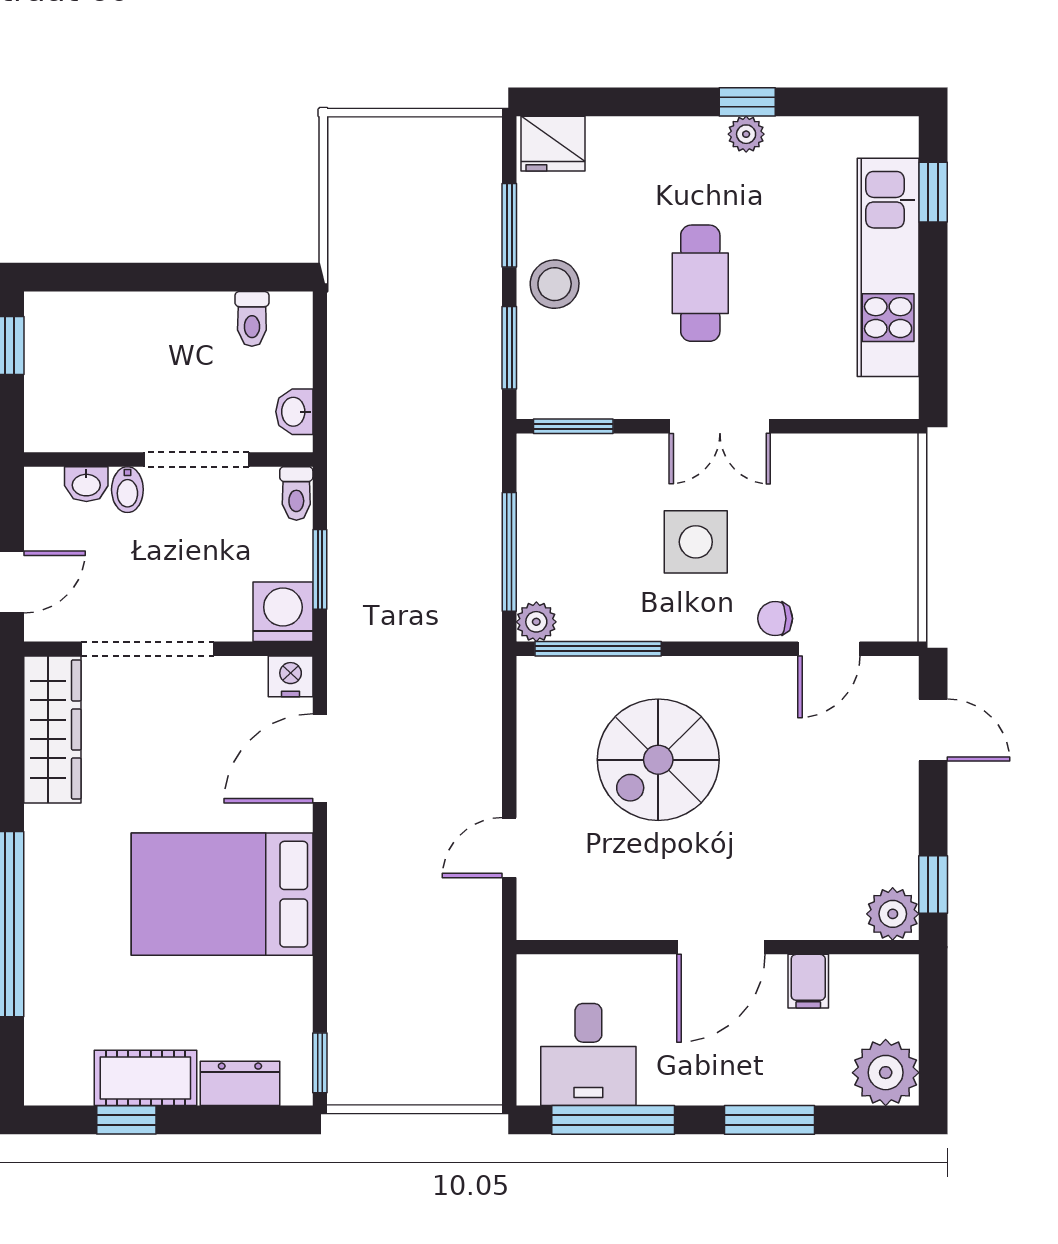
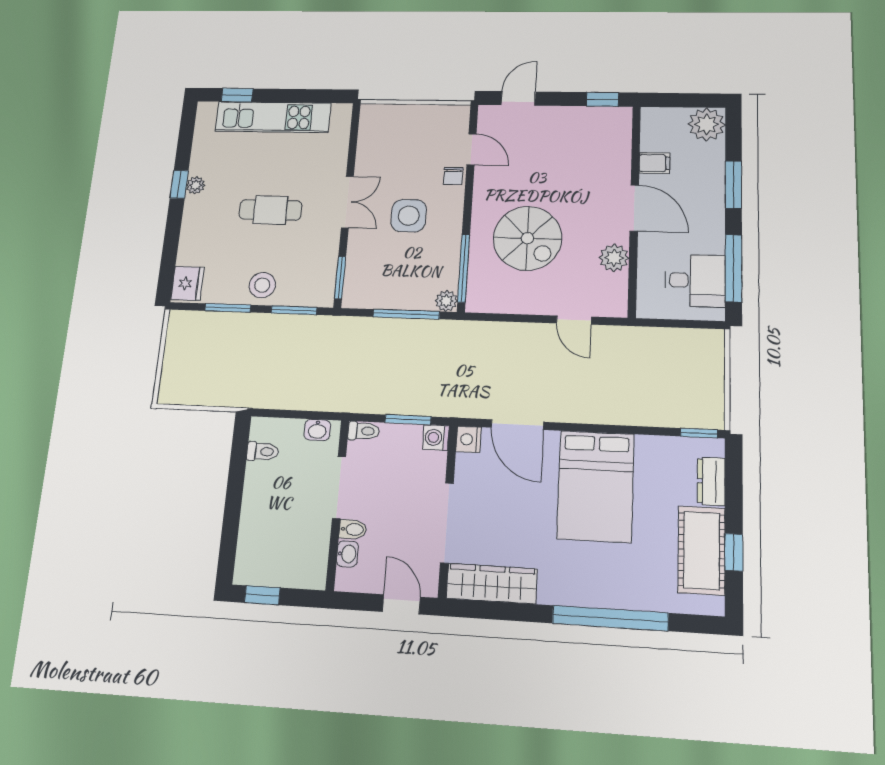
washing machine: (283, 612) -> (436, 437), width x0.73, depth x0.73
plant: (893, 914) -> (614, 258), moved
cot: (145, 1078) -> (702, 550), width x1.37, depth x1.34

